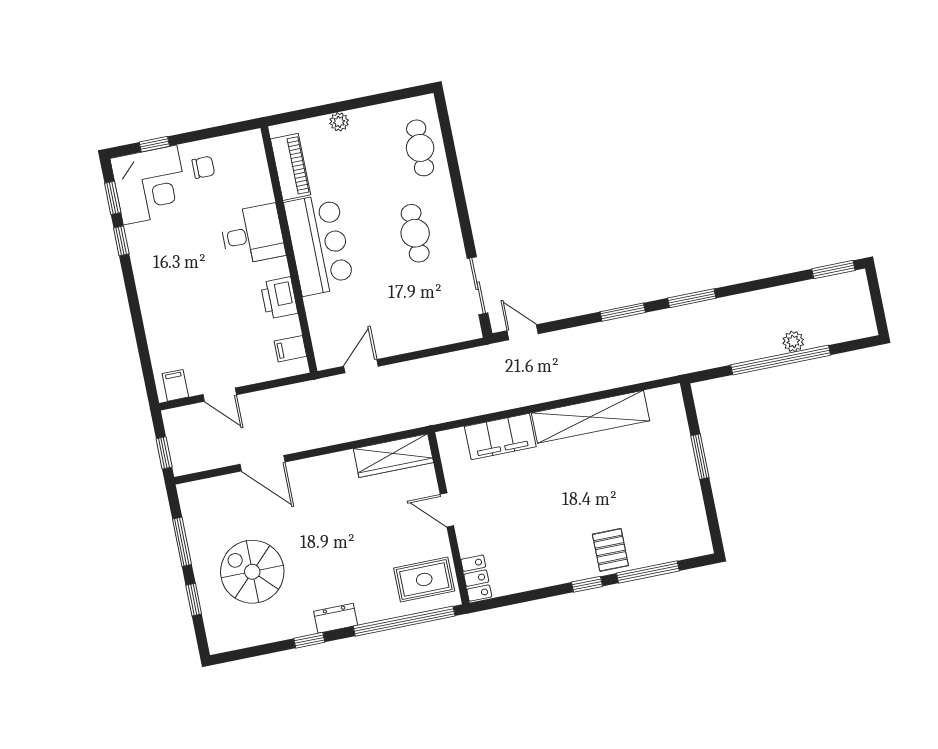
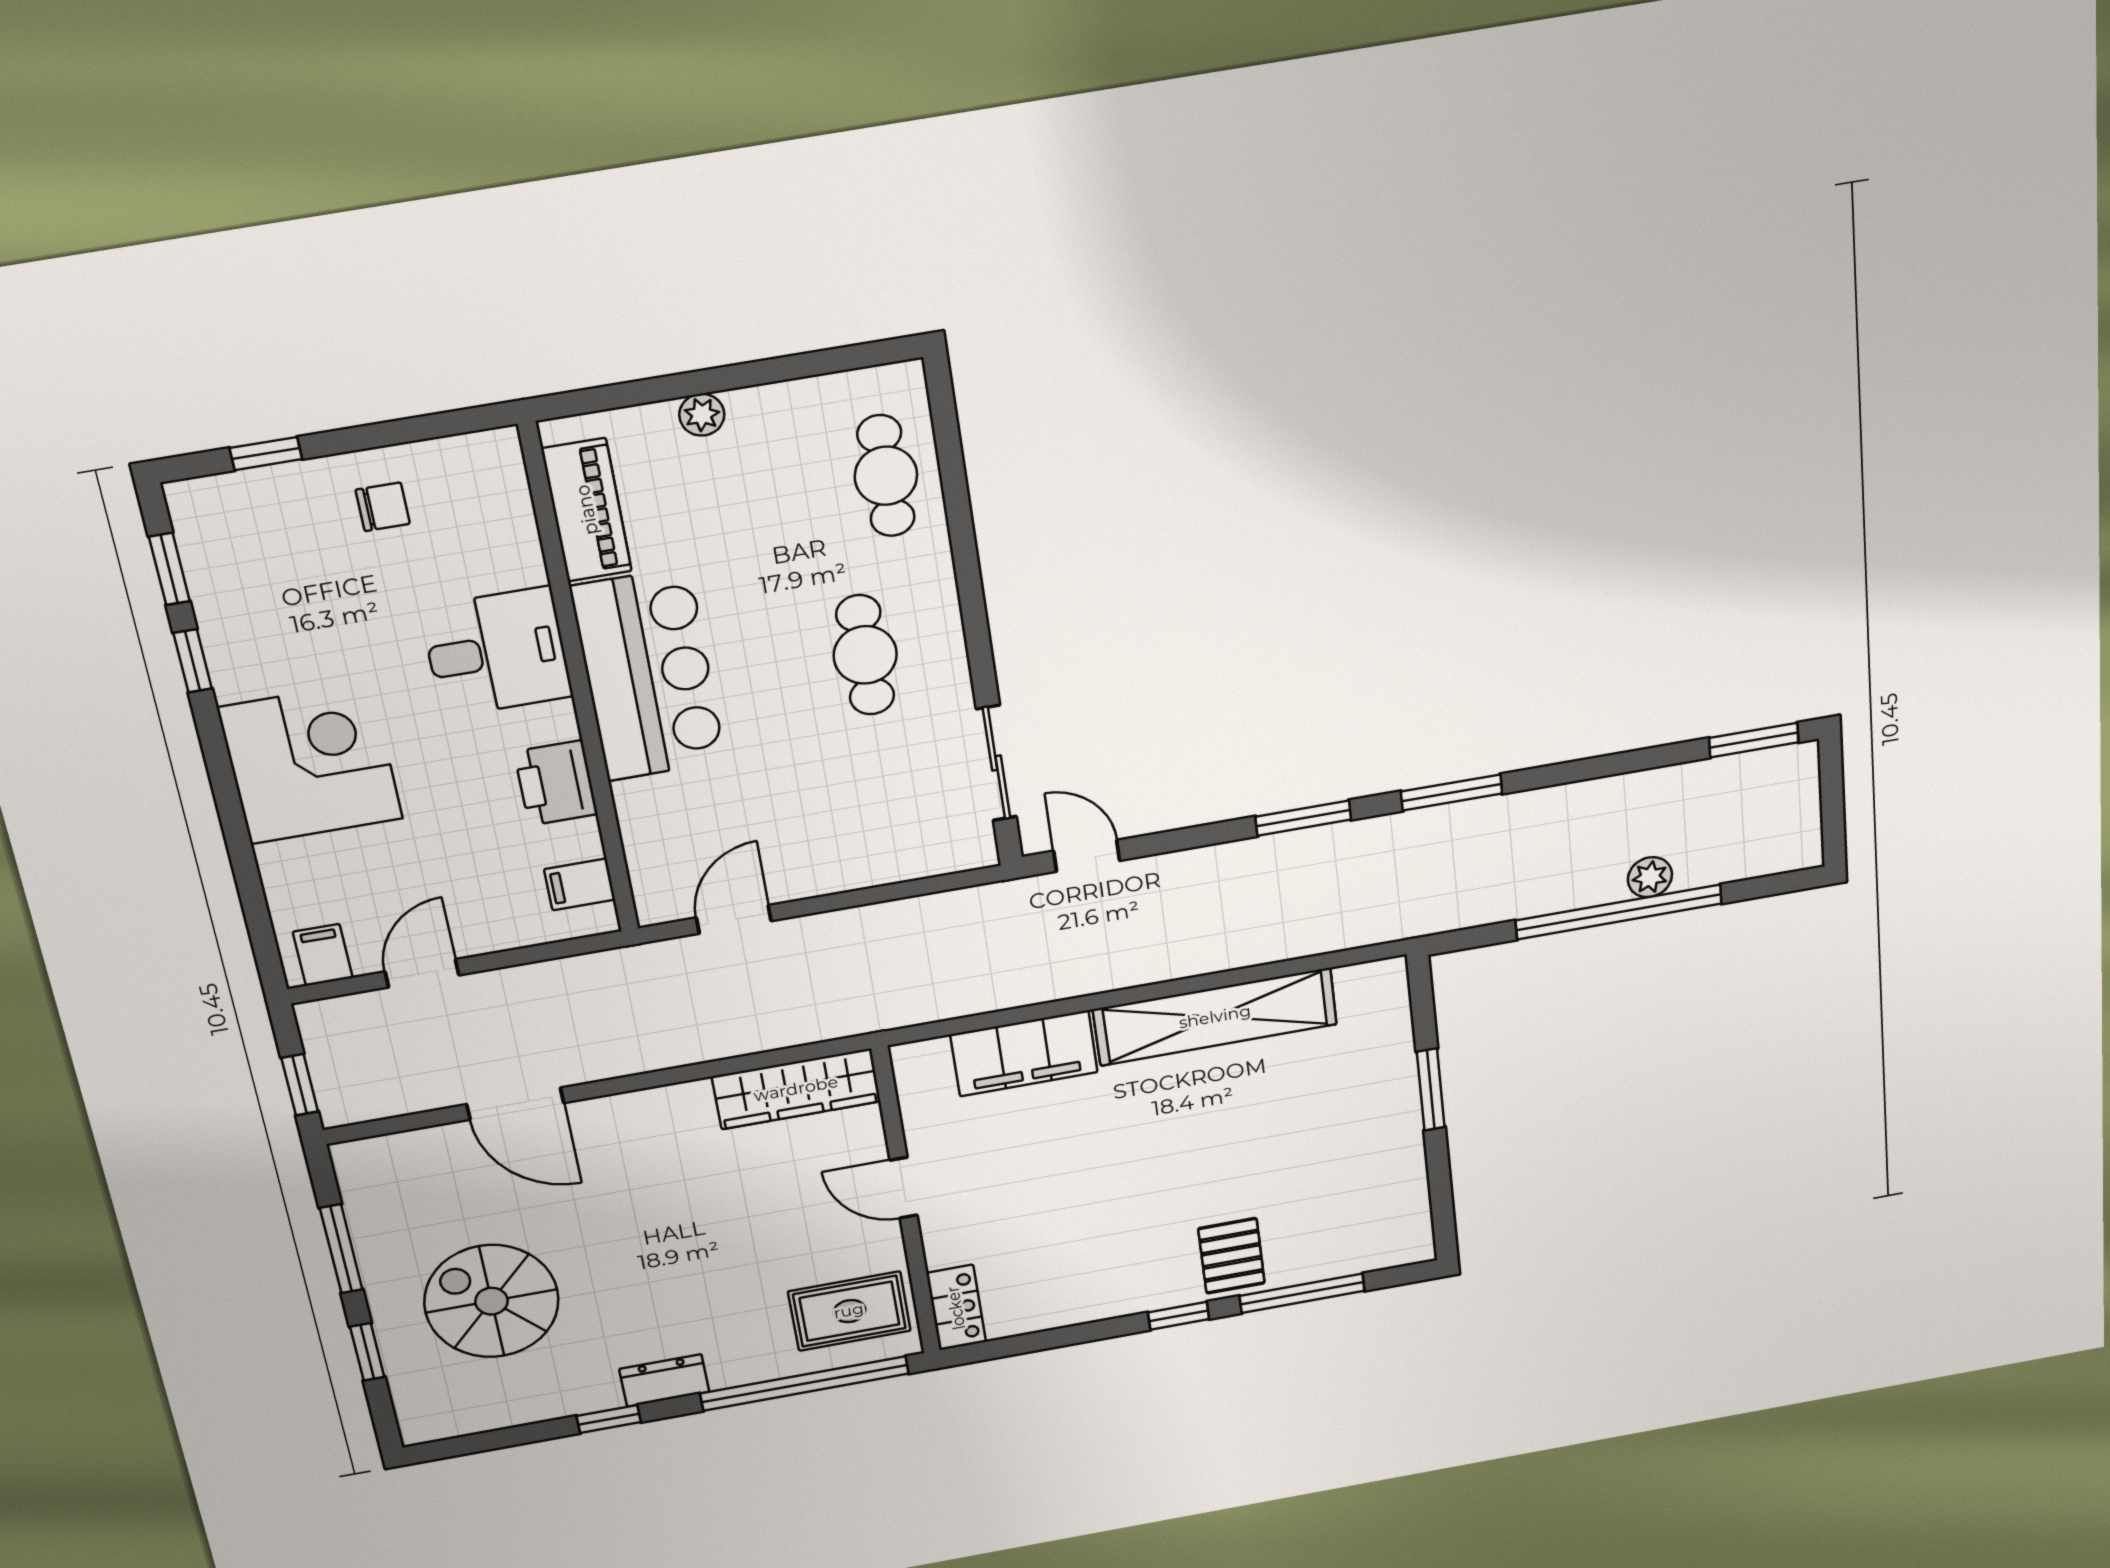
corner desk: (150, 185) -> (310, 763), moved, turned -90
door: (220, 395) -> (422, 973), swing flipped

